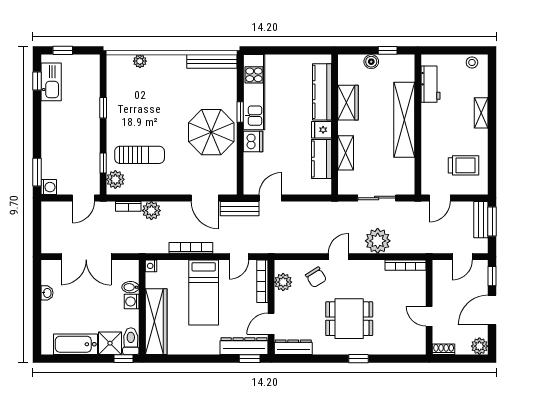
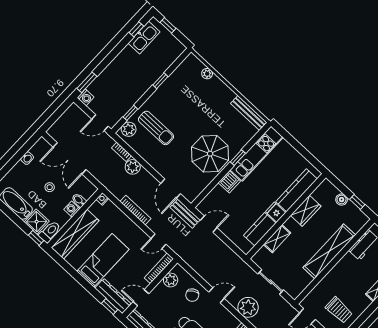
bed: (204, 293) -> (103, 260), moved, turned 180
stool: (93, 300) -> (50, 187), added

